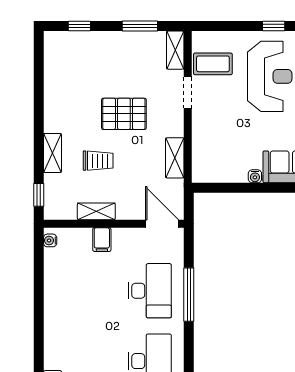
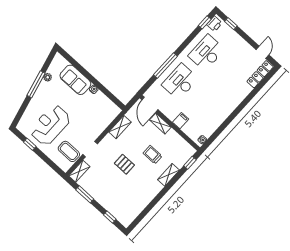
pallet: (124, 114) -> (124, 164), width x0.67, depth x0.71
shelving: (96, 211) -> (160, 124), moved

